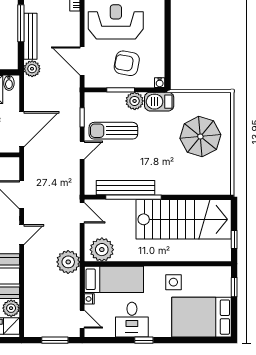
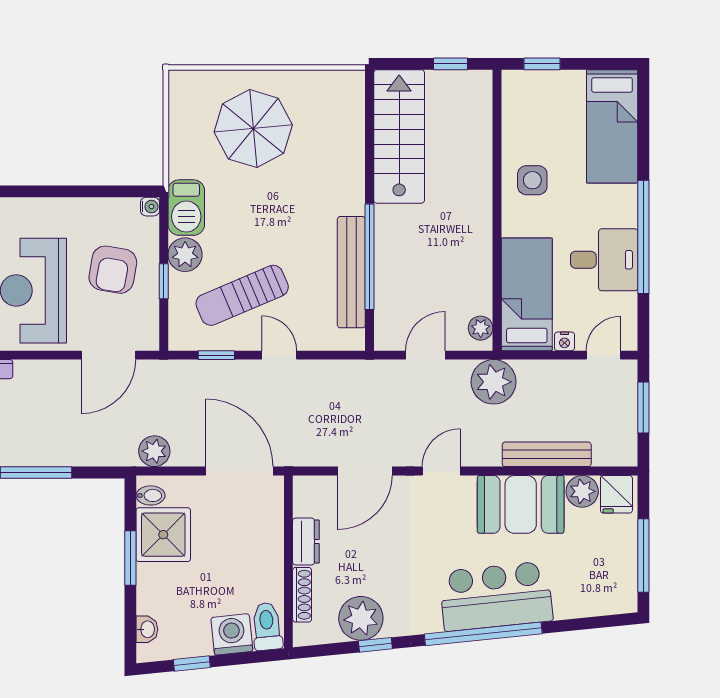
bench: (30, 36) -> (547, 454), moved
plant: (32, 69) -> (154, 451), moved
window: (121, 90) -> (164, 281), width x0.67
sun lounger: (113, 131) -> (242, 295), turned 67
door: (82, 213) -> (425, 355), moved
stairs: (184, 219) -> (399, 136), width x0.73, depth x0.66
door: (22, 235) -> (441, 471), hinge flipped
plant: (102, 250) -> (481, 328), width x0.53, depth x0.53
bed: (201, 317) -> (612, 126), width x0.67
window: (144, 340) -> (643, 237), width x3.17

